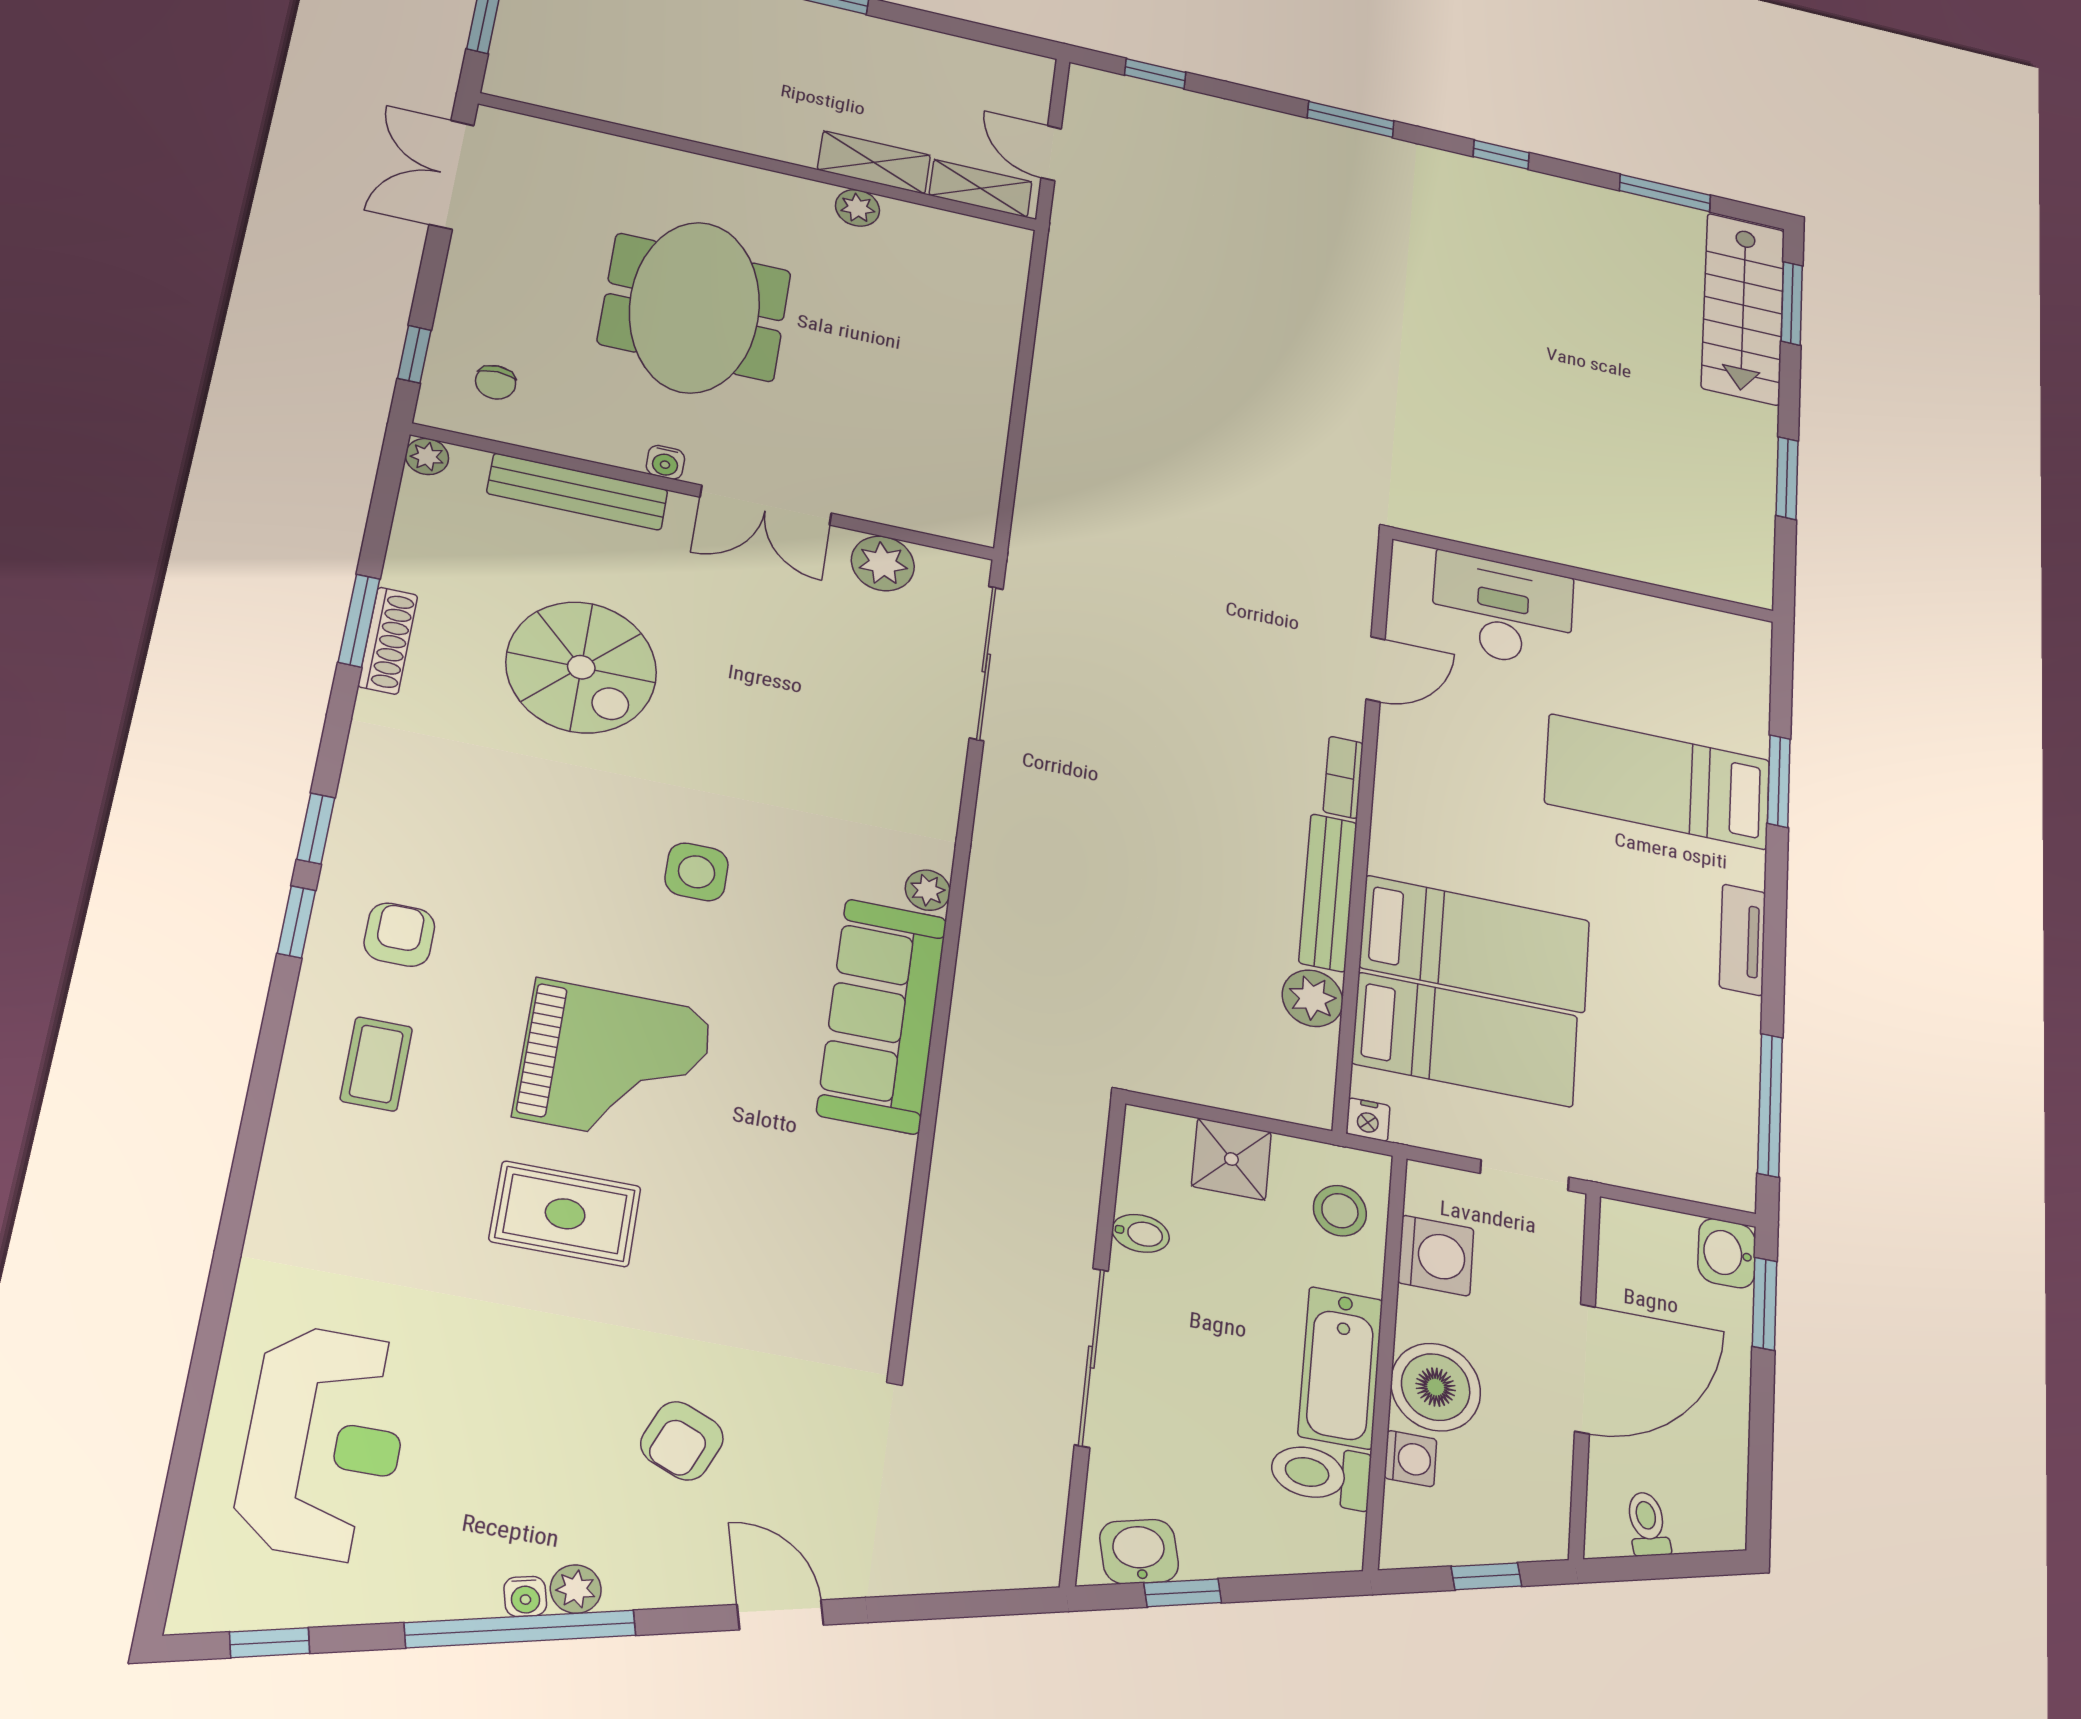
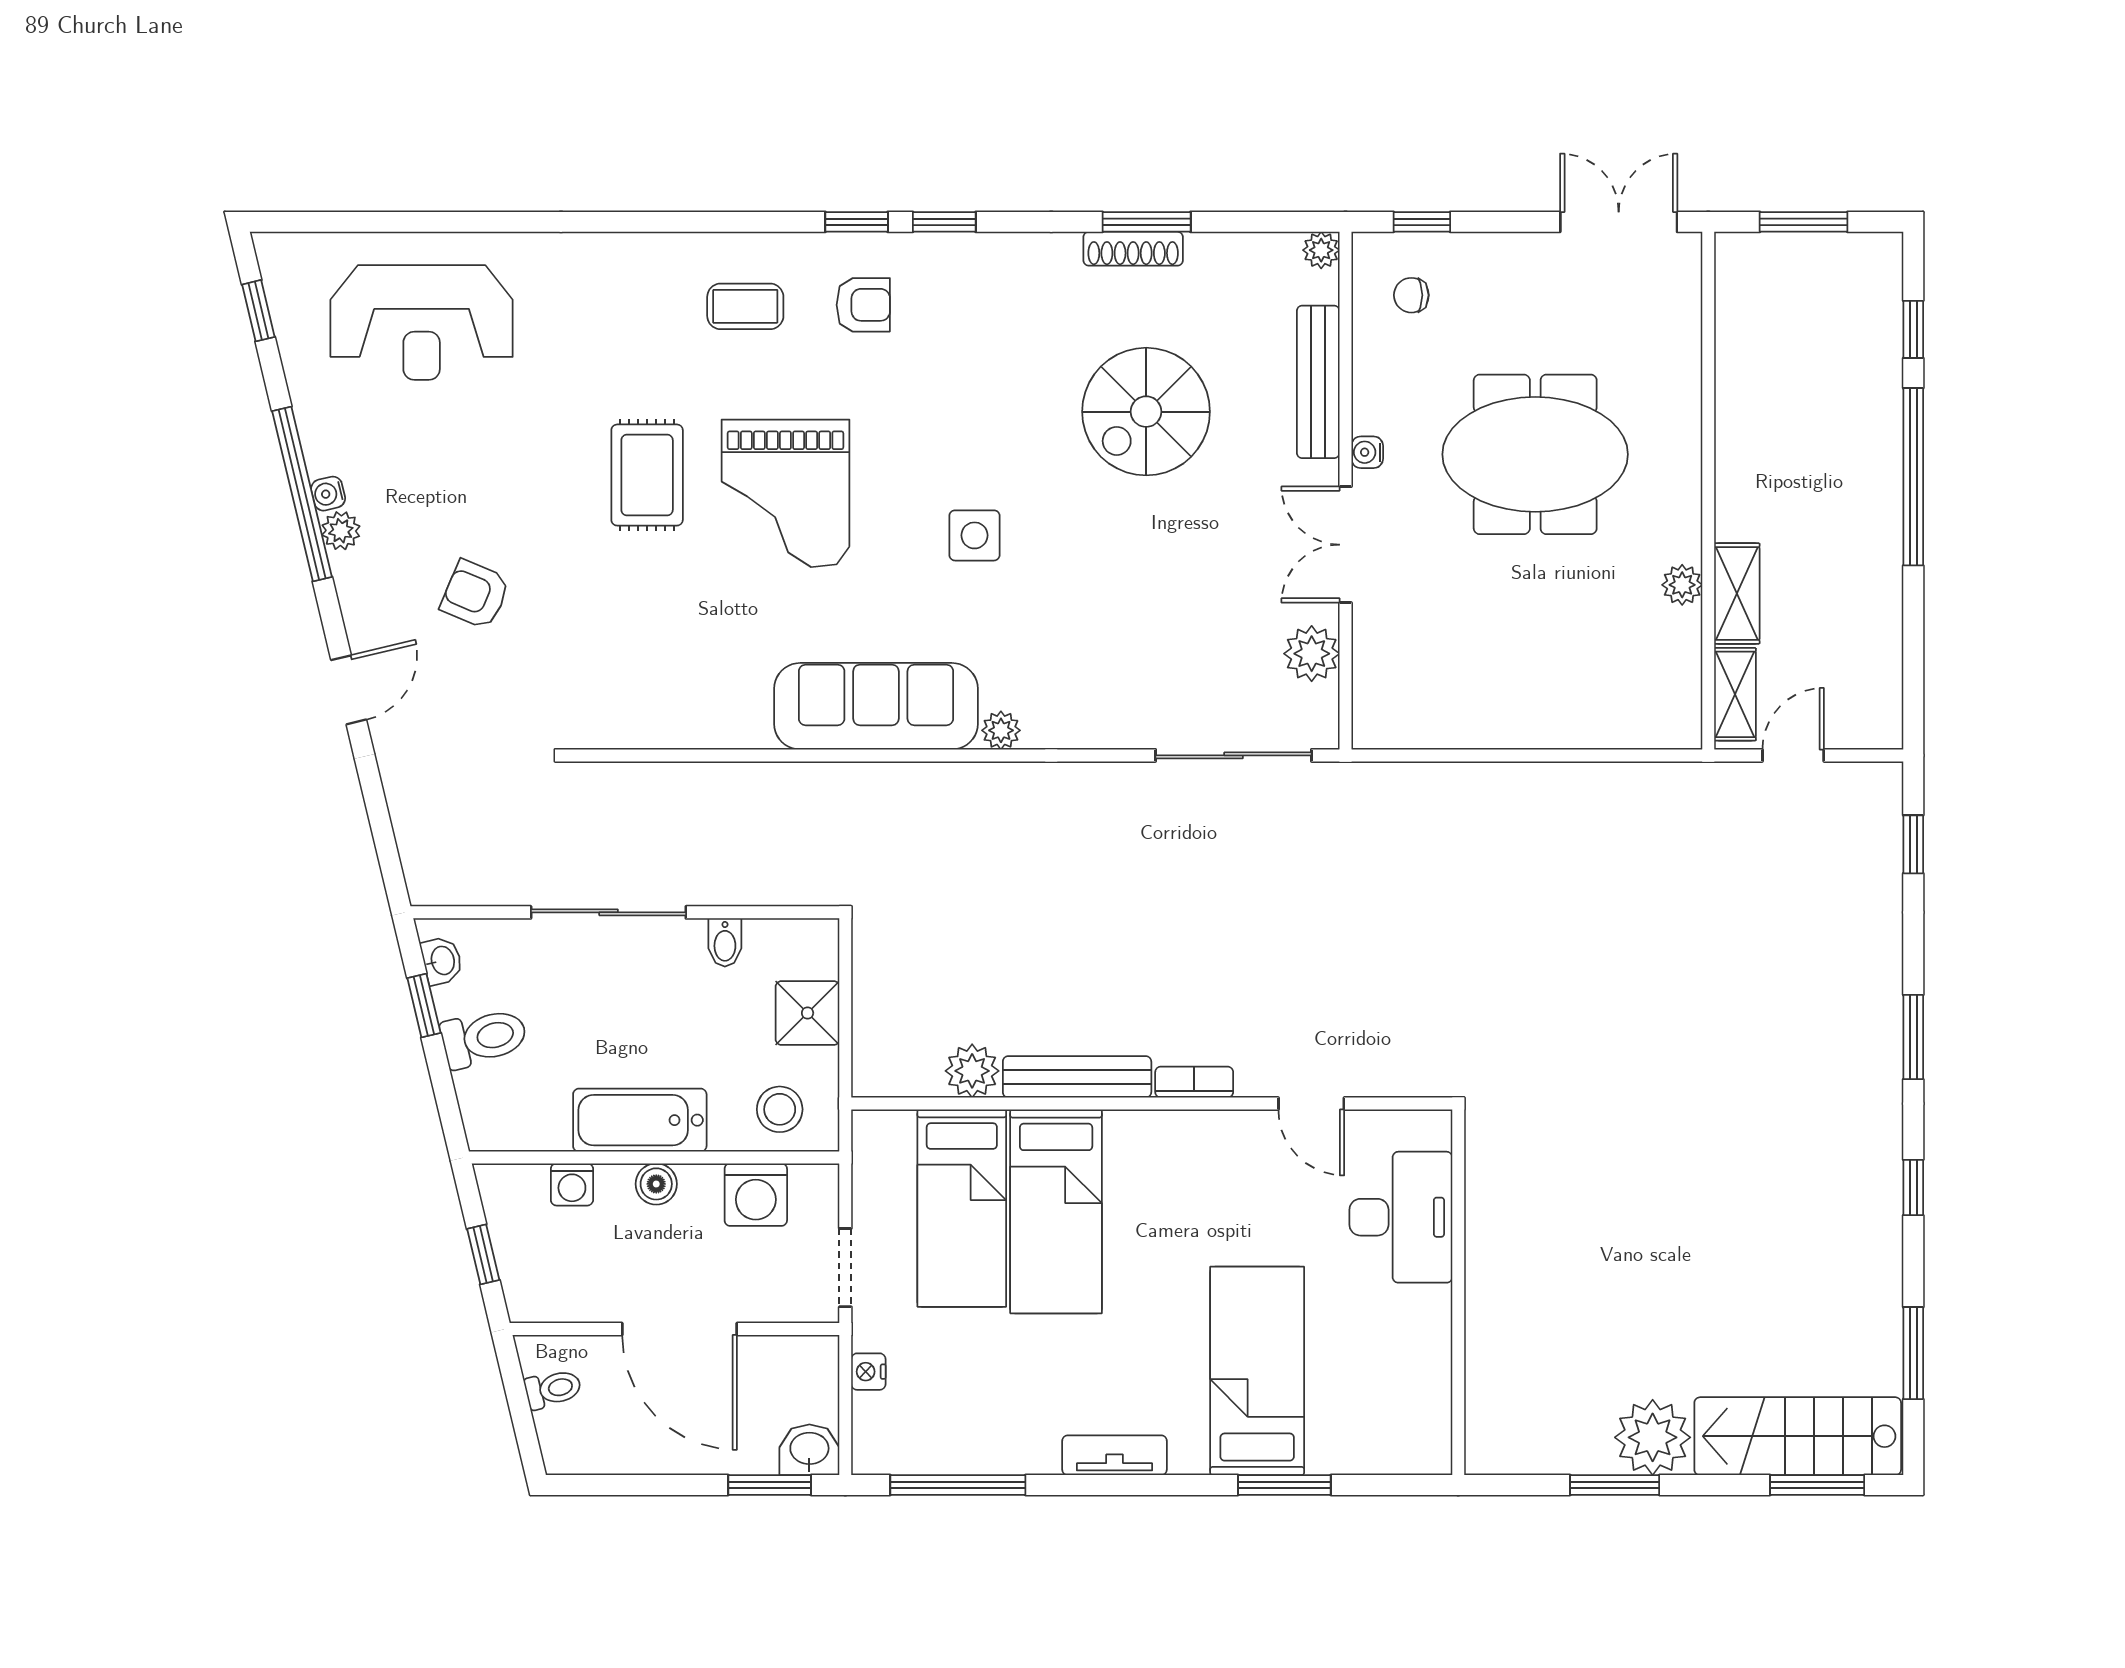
plant: (1740, 434) -> (1653, 1437), added
nightstand: (1368, 1120) -> (868, 1372), moved
boiler: (1436, 1387) -> (656, 1184), width x0.54, depth x0.54
toilet: (1321, 1474) -> (484, 1038), moved, turned 77
washbasin: (1139, 1552) -> (442, 961), width x0.72, depth x0.69

